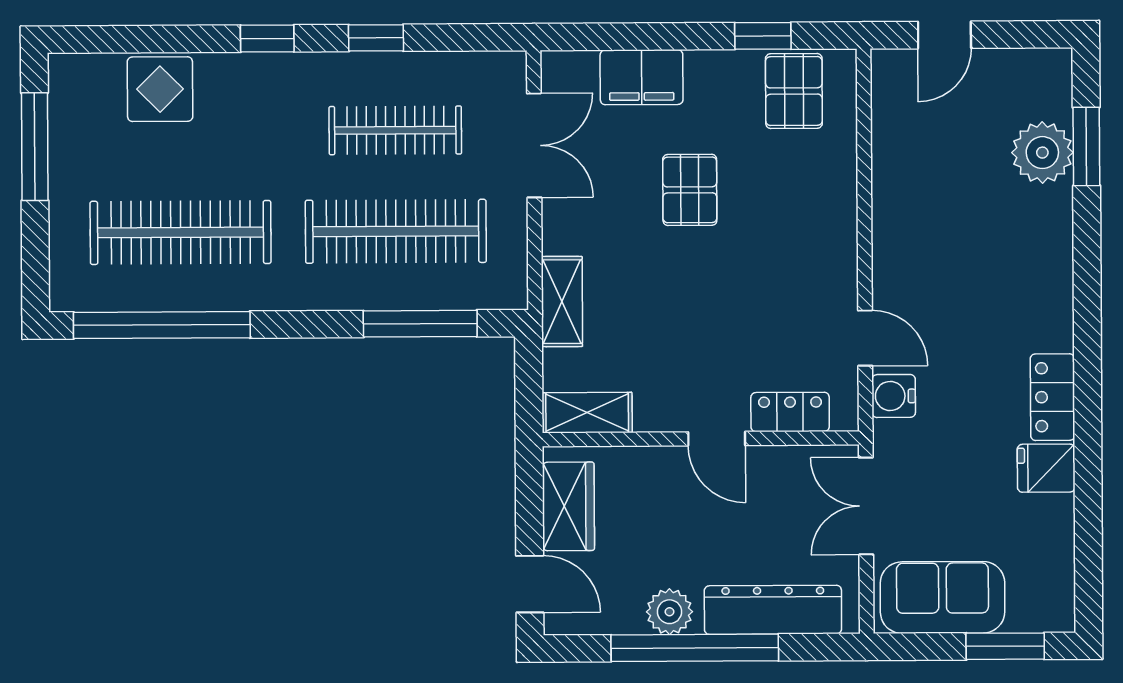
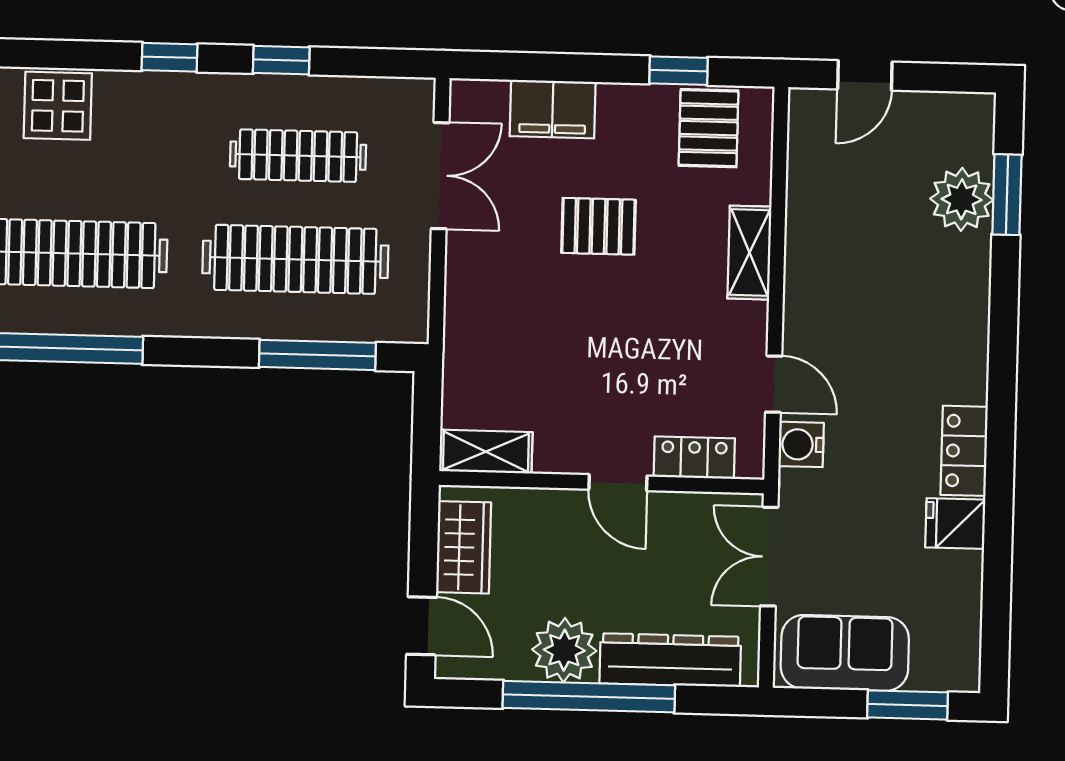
pallet: (690, 190) -> (598, 226), turned 90
shelving: (562, 302) -> (749, 253), moved
plant: (669, 612) -> (564, 650), width x1.36, depth x1.36

